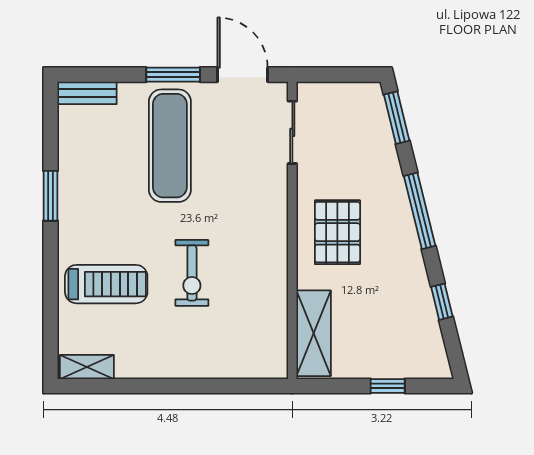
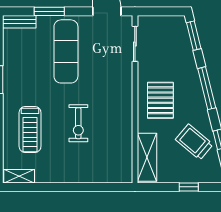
window: (173, 75) -> (49, 11), moved
treadmill: (106, 284) -> (30, 129), turned 90
trolley: (398, 306) -> (194, 142), added

